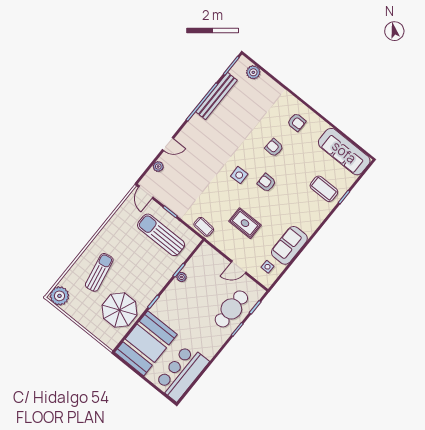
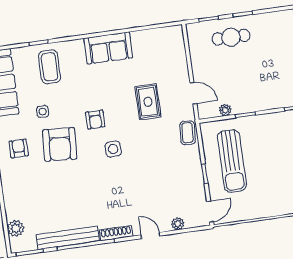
shoe rack: (190, 126) -> (116, 233), added
armchair: (274, 148) -> (60, 144), width x1.88, depth x1.88
sofa: (289, 245) -> (108, 48), moved
door: (239, 267) -> (193, 93), moved
side table: (267, 267) -> (43, 112), moved
plant: (182, 277) -> (225, 110), moved
cafe table: (231, 309) -> (231, 37), width x0.73, depth x0.74

